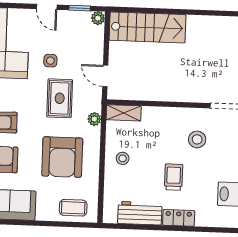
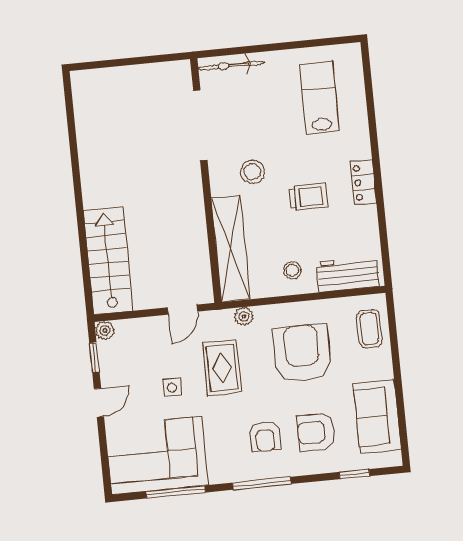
rug: (60, 98) -> (222, 368), turned 90
shelving: (124, 113) -> (231, 249), width x2.20, depth x1.33
armchair: (62, 157) -> (302, 353), turned -90
trolley: (174, 177) -> (308, 197), turned 180
workbench: (140, 213) -> (348, 274), moved, turned 90

